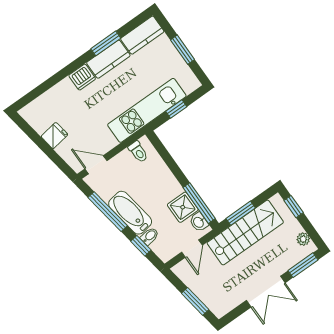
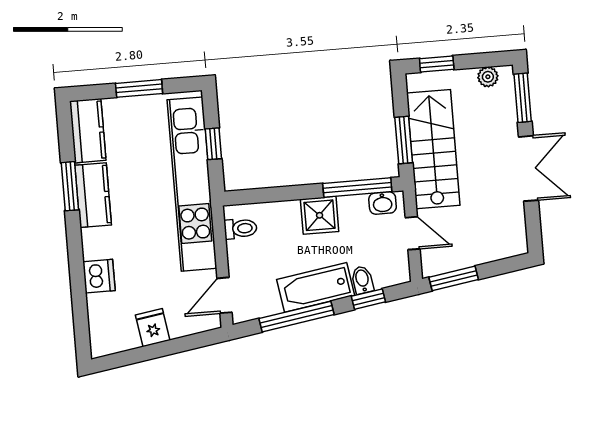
dishwasher: (82, 77) -> (99, 276), moved
kitchen unit: (147, 110) -> (192, 184), width x1.36
shower: (183, 207) -> (320, 215), moved
window: (195, 301) -> (454, 278), moved

